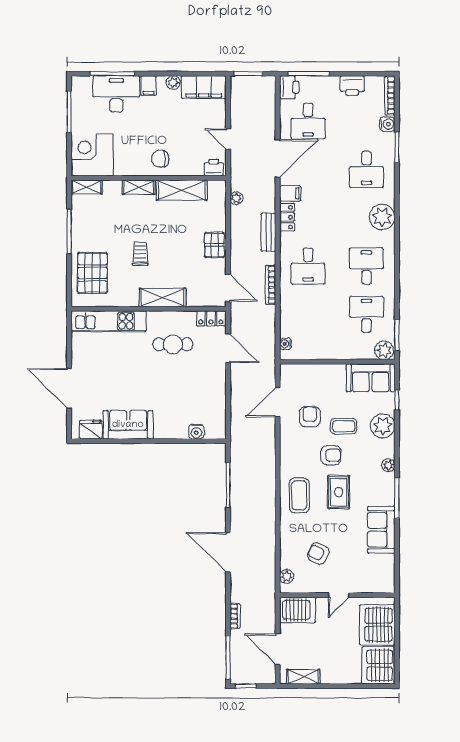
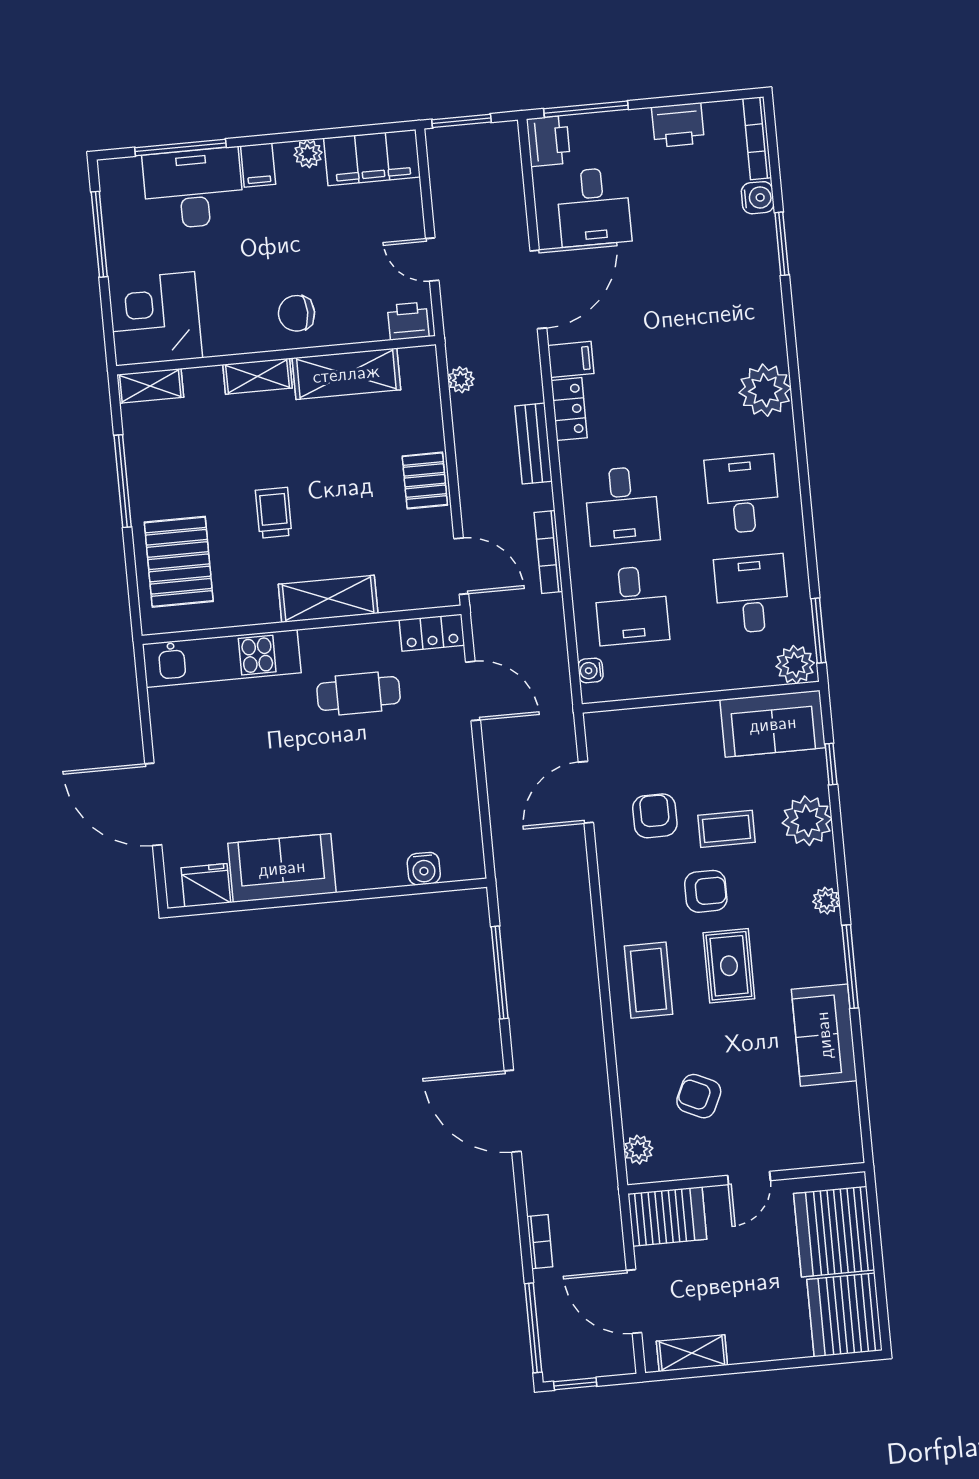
desk: (366, 169) -> (631, 605), moved

